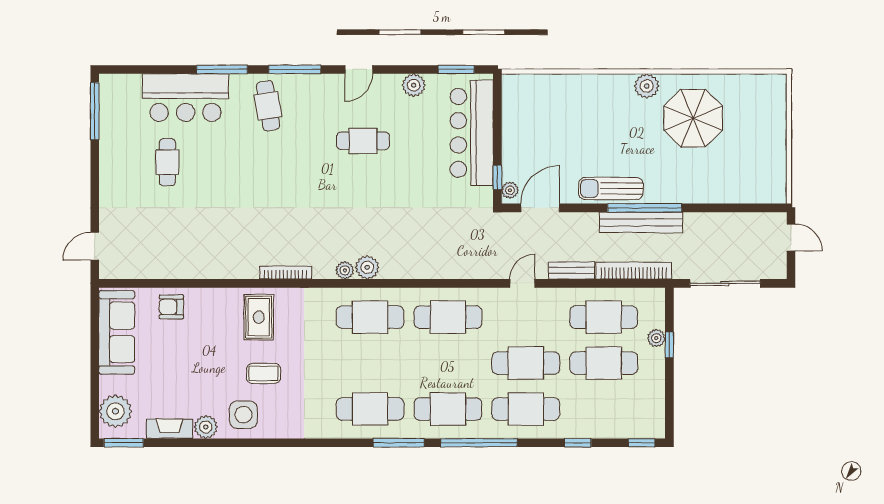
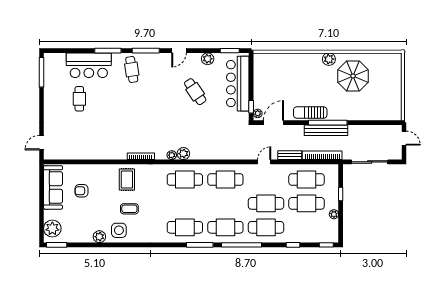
cafe table: (363, 141) -> (195, 92), moved, turned 56
armchair: (171, 307) -> (81, 191), moved
plant: (656, 338) -> (334, 214), moved
fireplace: (169, 429) -> (80, 238), removed

